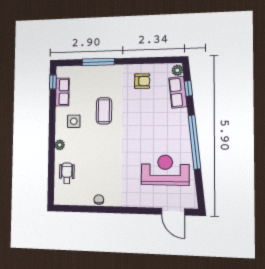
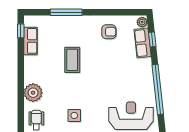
side table: (74, 121) -> (74, 115), moved
plant: (60, 145) -> (33, 93), width x1.88, depth x1.88

